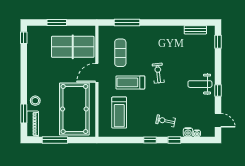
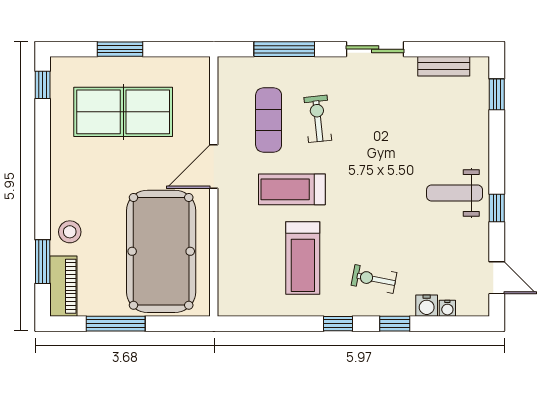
sliding door: (166, 22) -> (375, 49), added
table tennis table: (73, 47) -> (123, 112), moved
exercise bike: (158, 73) -> (318, 119), moved
treadmill: (119, 113) -> (303, 258), moved

